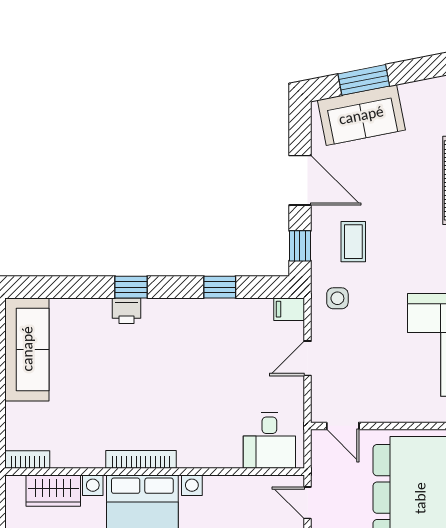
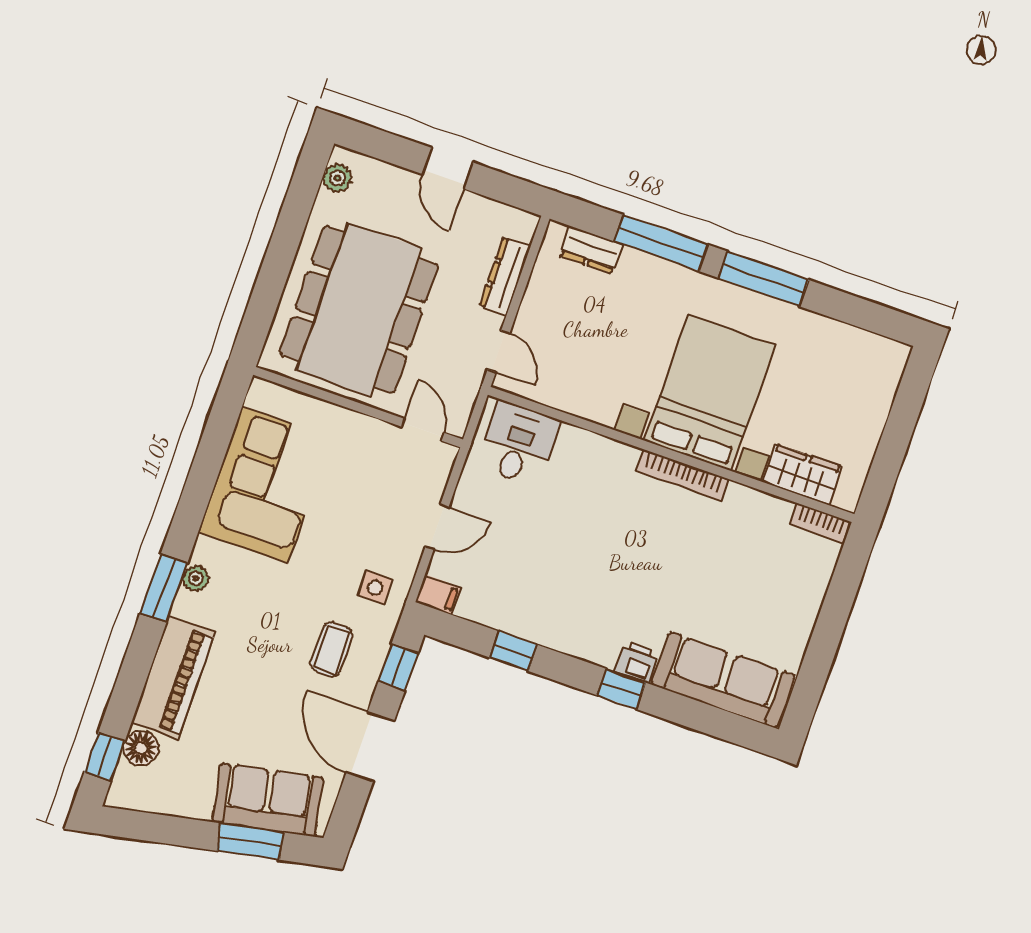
sofa: (27, 349) -> (723, 680), moved, turned 90

